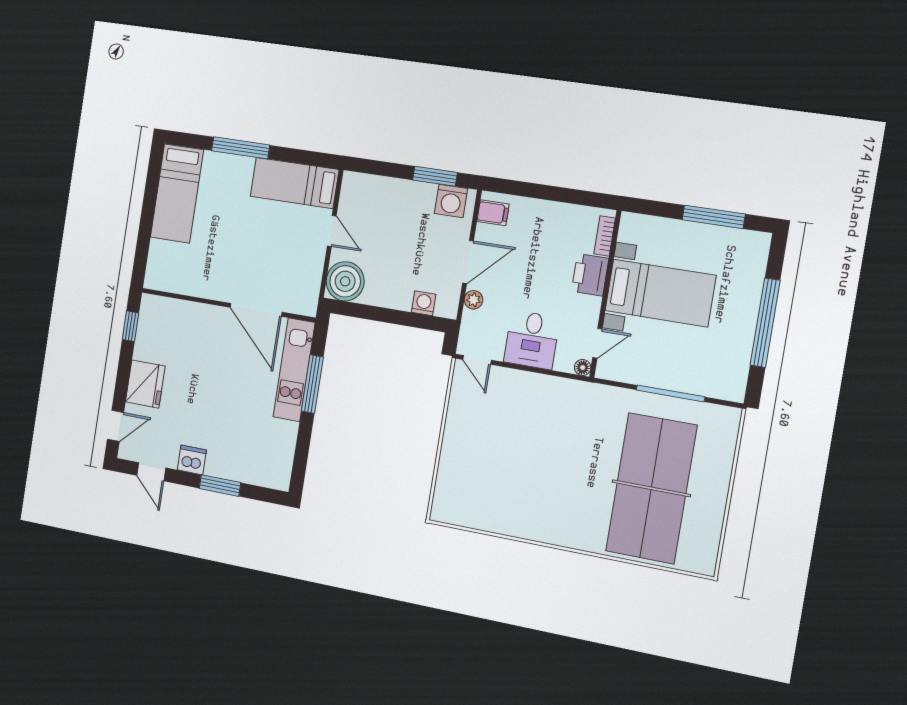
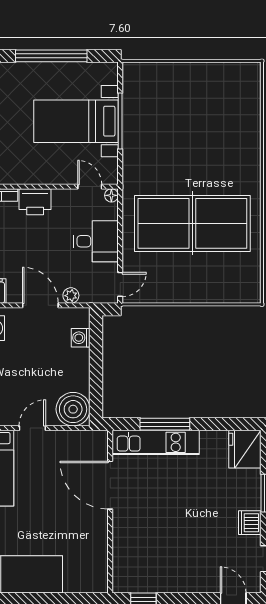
bed with nightstands: (660, 293) -> (76, 121), moved, turned -90
door: (256, 310) -> (110, 485), swing flipped
fridge: (145, 384) -> (245, 449), moved, turned -90
table tennis table: (651, 488) -> (192, 223), moved

